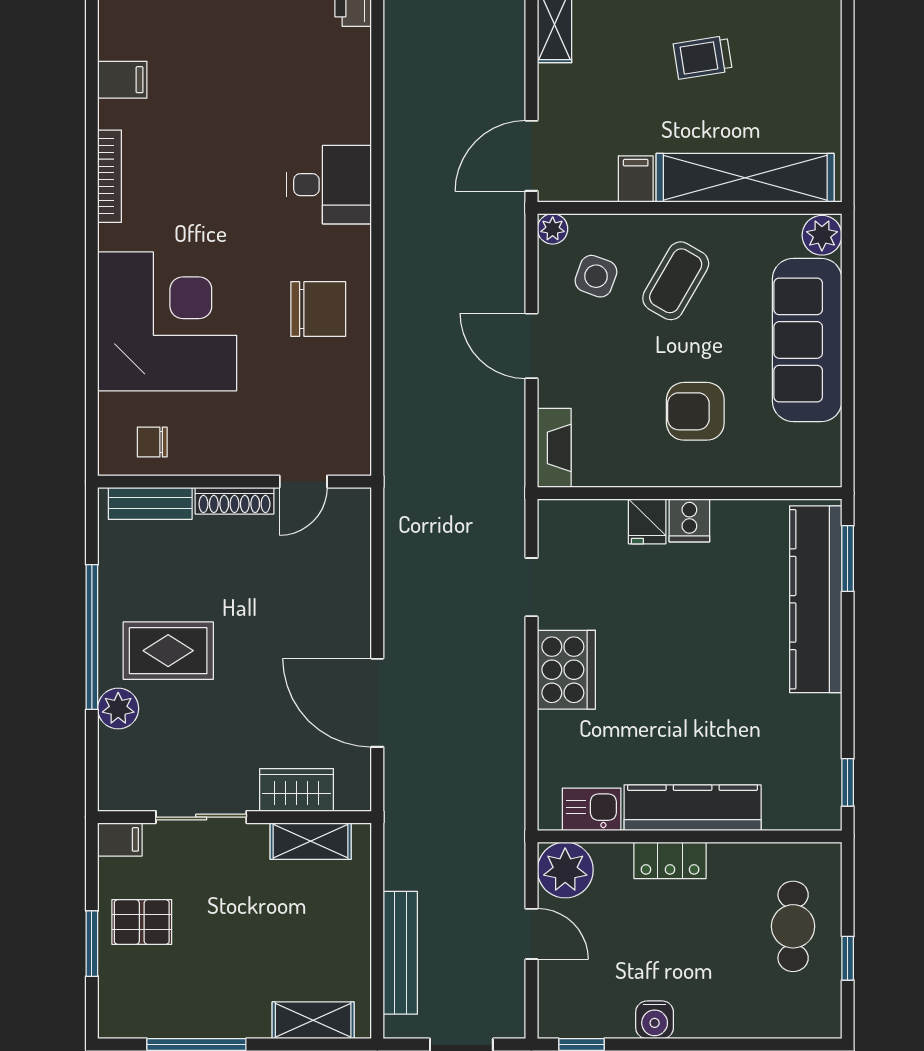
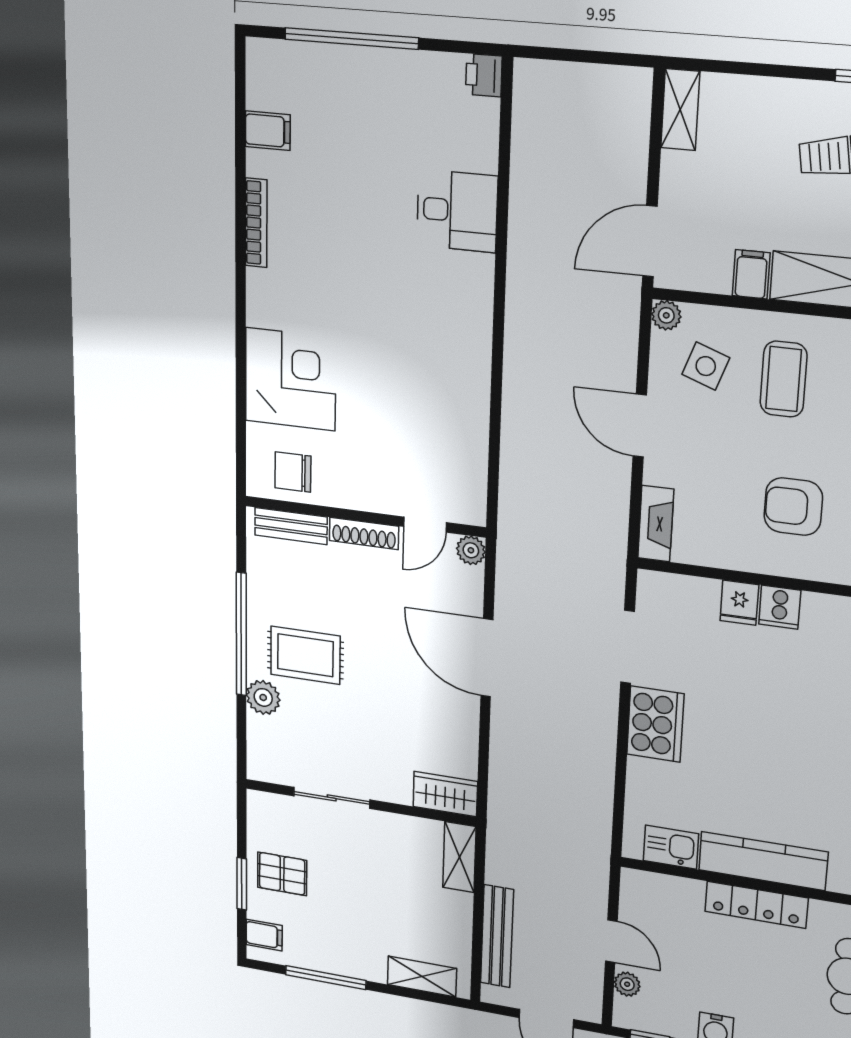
desk: (329, 185) -> (457, 211), moved
coffee table: (676, 281) -> (784, 379), turned -30
chair: (318, 309) -> (442, 368), removed
corner desk: (167, 321) -> (290, 379), width x0.74, depth x0.74
chair: (152, 442) -> (293, 472), width x1.37, depth x1.37
plant: (355, 504) -> (471, 550), added
doorway: (532, 587) -> (628, 647), width x1.38
door: (377, 703) -> (487, 658), moved
wardrobe: (297, 790) -> (445, 794), moved
filing cabinet: (120, 839) -> (264, 935), moved
shelving: (311, 841) -> (459, 857), moved, turned 90
locker: (670, 860) -> (756, 905), width x1.53
plant: (565, 870) -> (627, 984), moved, width x0.53, depth x0.53

